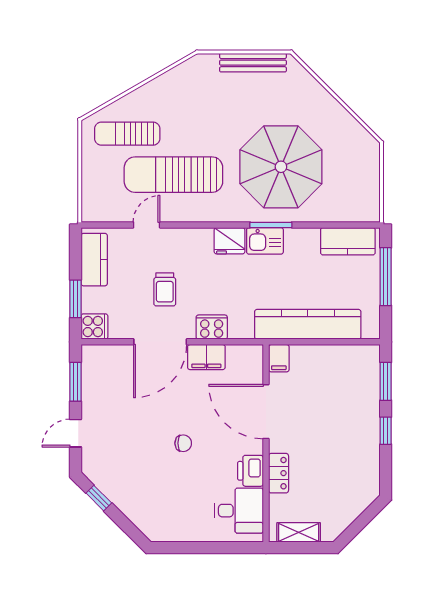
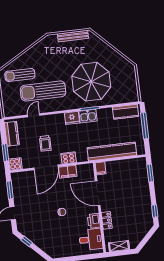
window: (386, 431) -> (155, 211), moved

